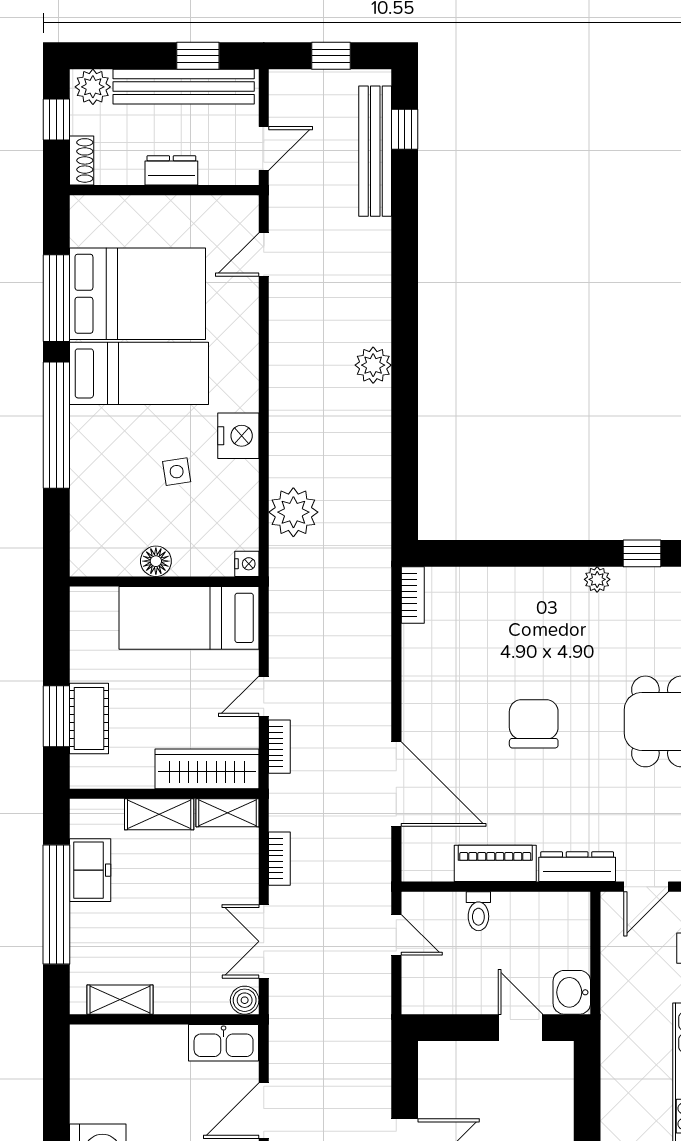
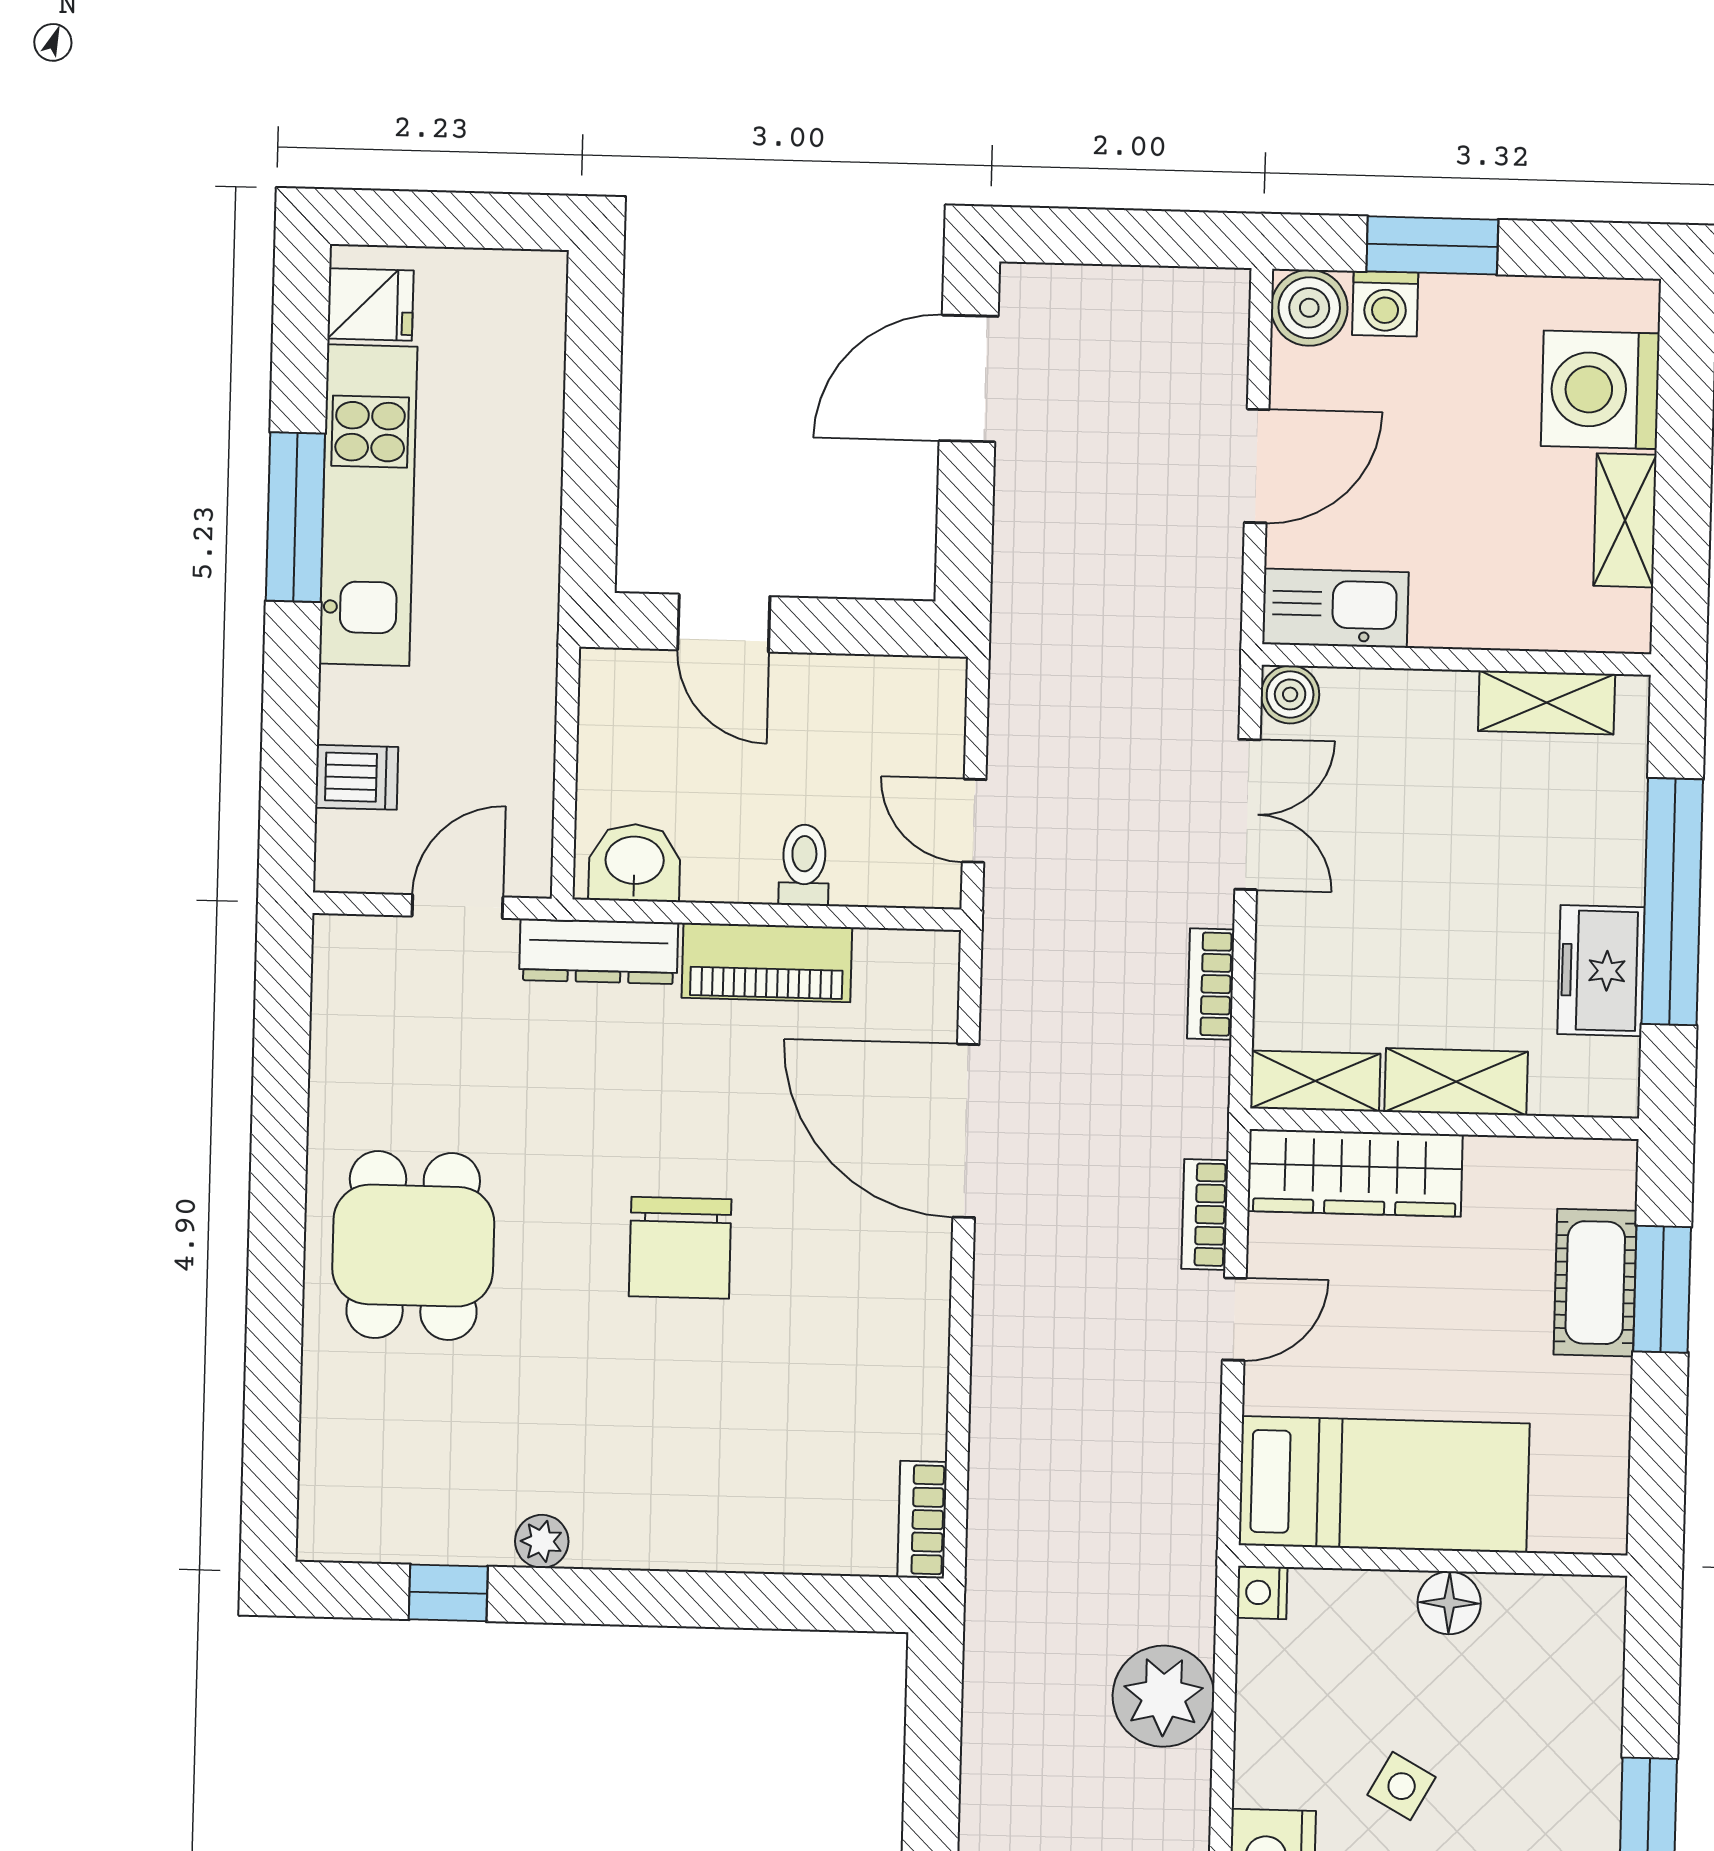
side table: (177, 472) -> (1402, 1786), turned 38
washbasin: (572, 992) -> (635, 863), moved, turned -90
shelving: (84, 1089) -> (1625, 520), added

